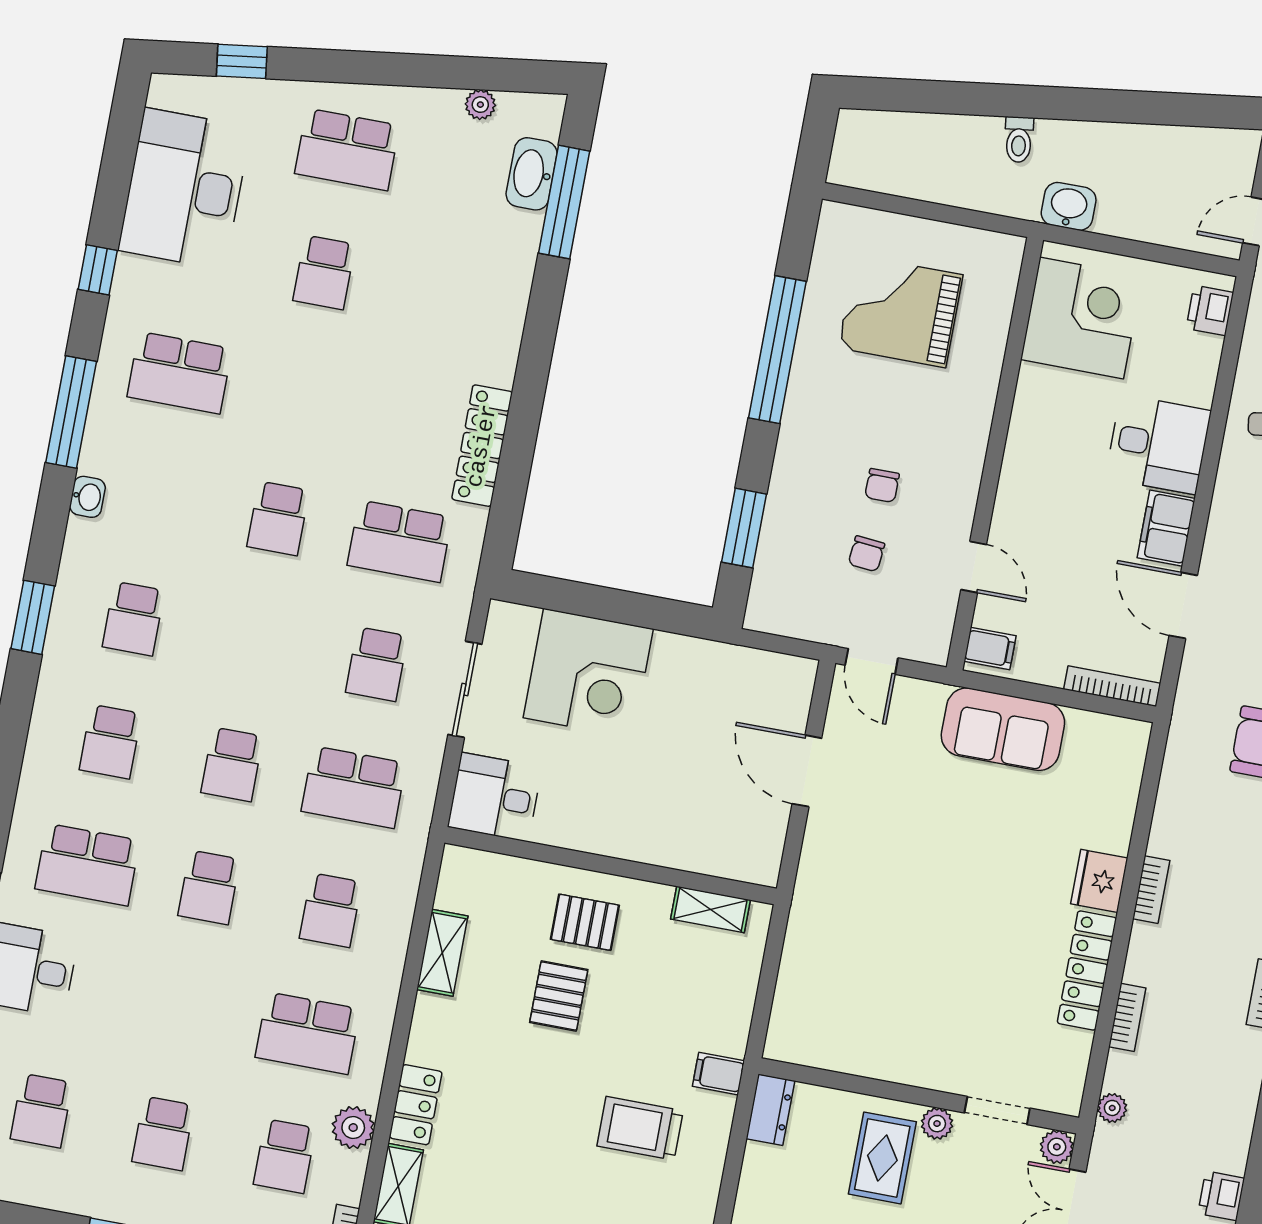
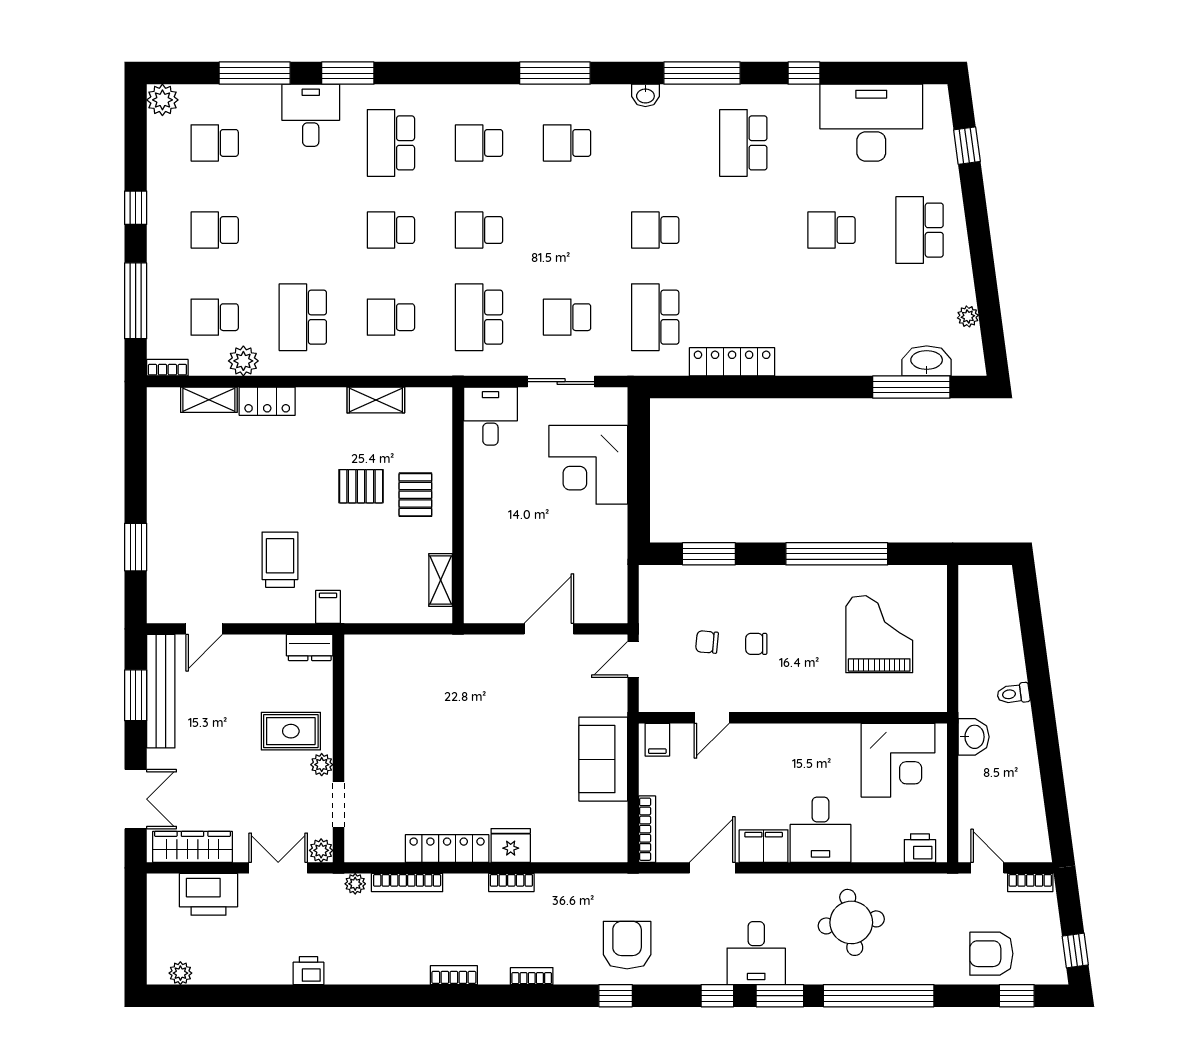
window: (33, 617) -> (555, 73), width x1.44
bookcase: (1127, 1017) -> (407, 883), width x1.56

